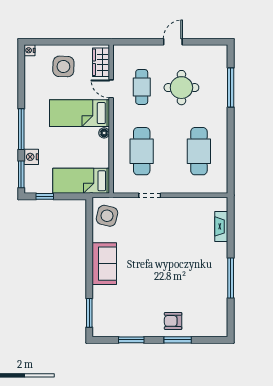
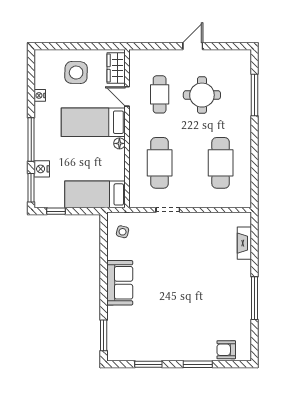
nightstand: (29, 50) -> (40, 95), moved
side table: (107, 216) -> (123, 232), width x0.54, depth x0.54
armchair: (173, 321) -> (226, 350), moved

